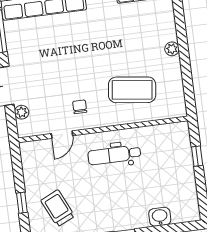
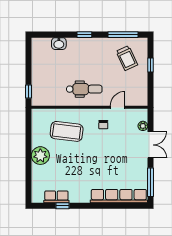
plant: (172, 49) -> (40, 156), width x1.87, depth x1.87
window: (197, 156) -> (28, 91), moved

